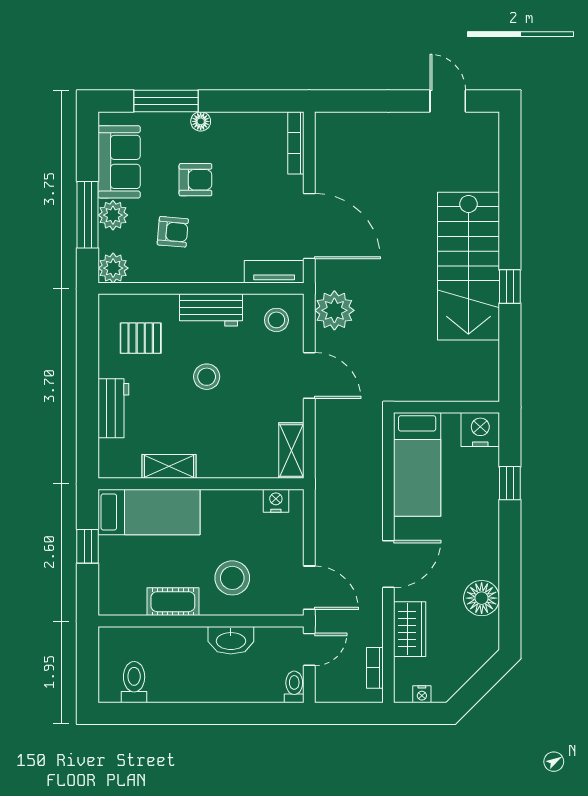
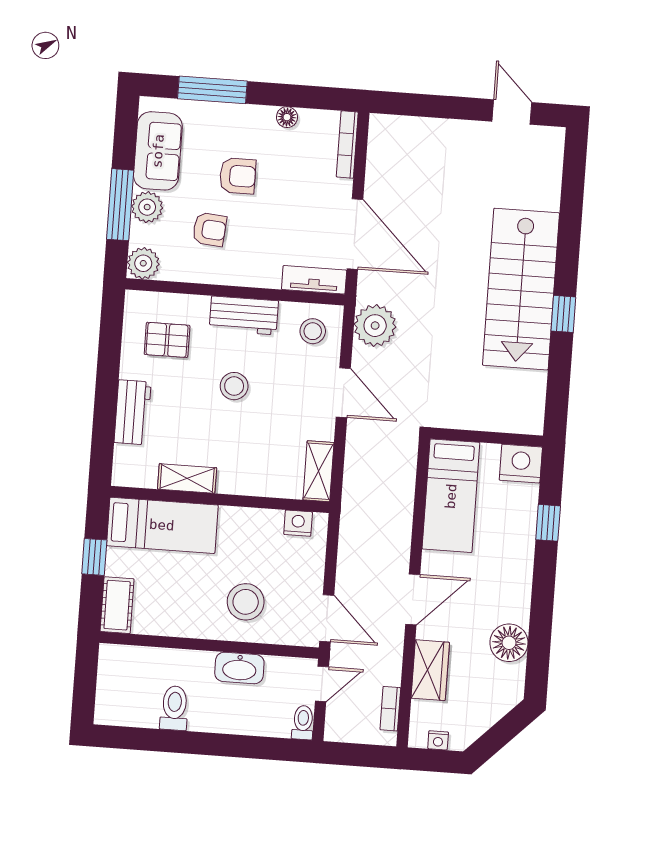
floor lamp: (201, 121) -> (287, 117), moved
cot: (173, 602) -> (117, 605), moved, turned 90
toilet: (134, 682) -> (174, 708), moved

